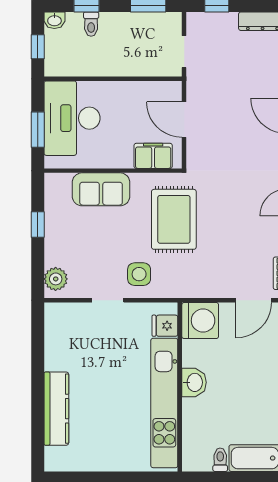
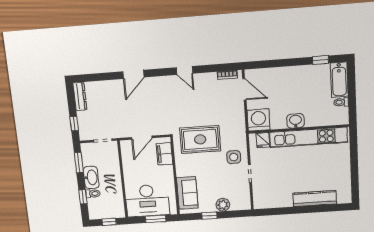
washbasin: (54, 20) -> (91, 177), moved, width x1.91, depth x1.45
sofa: (101, 189) -> (187, 193), moved
plant: (56, 279) -> (223, 205), moved

